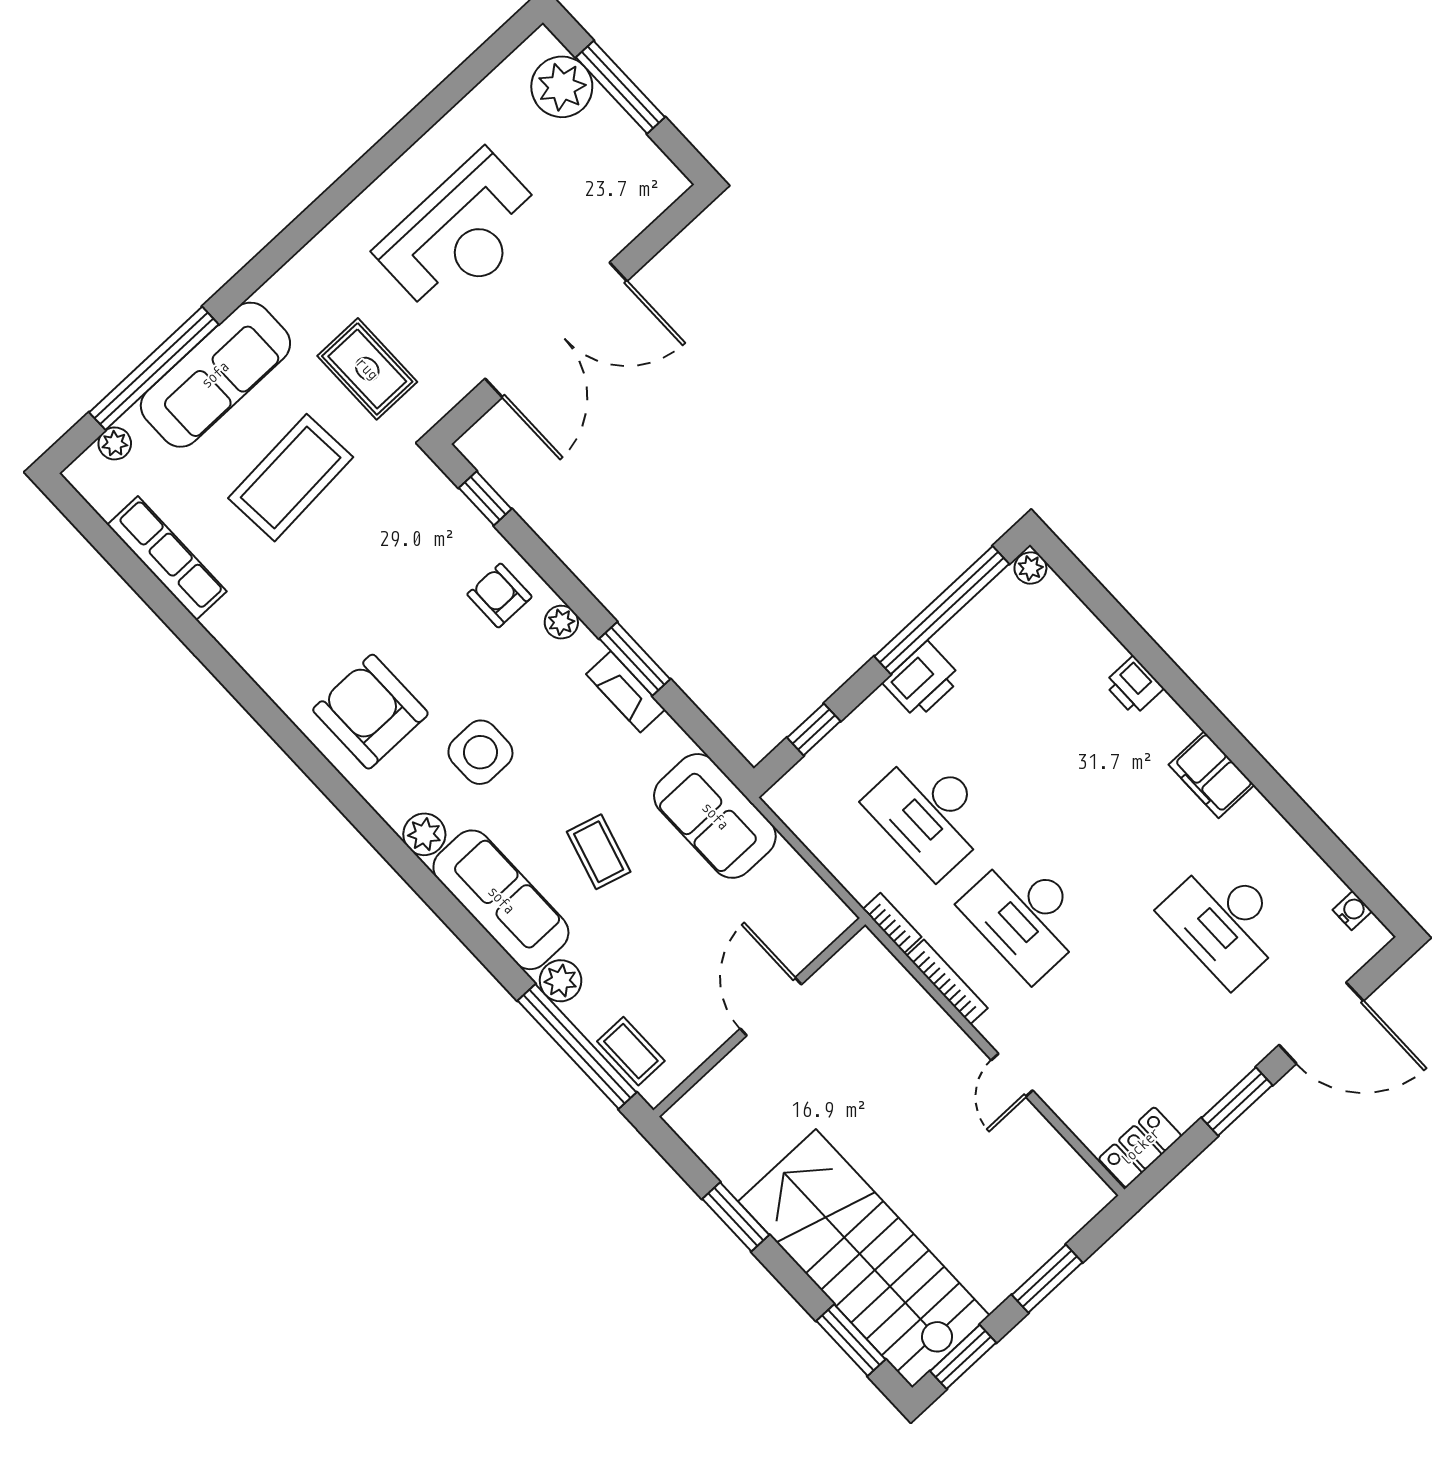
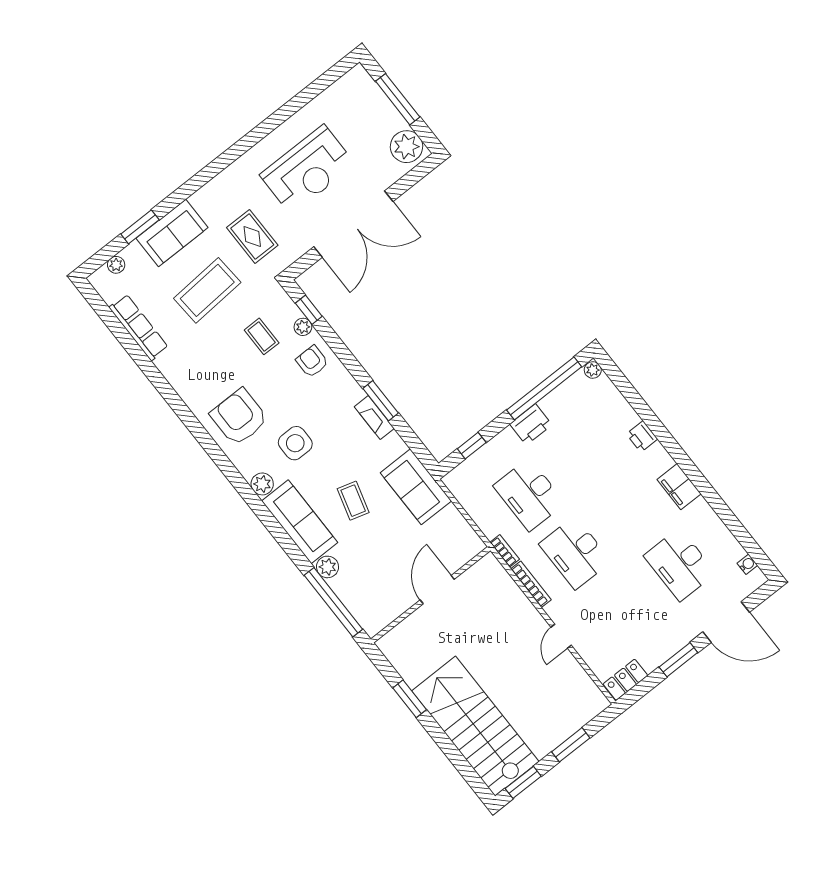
plant: (562, 87) -> (406, 147), moved
window: (154, 368) -> (140, 227), width x0.47
sofa: (215, 375) -> (172, 233), width x0.73
plant: (561, 622) -> (303, 327), moved
coffee table: (631, 1051) -> (262, 336), moved
window: (851, 1340) -> (465, 769), removed

